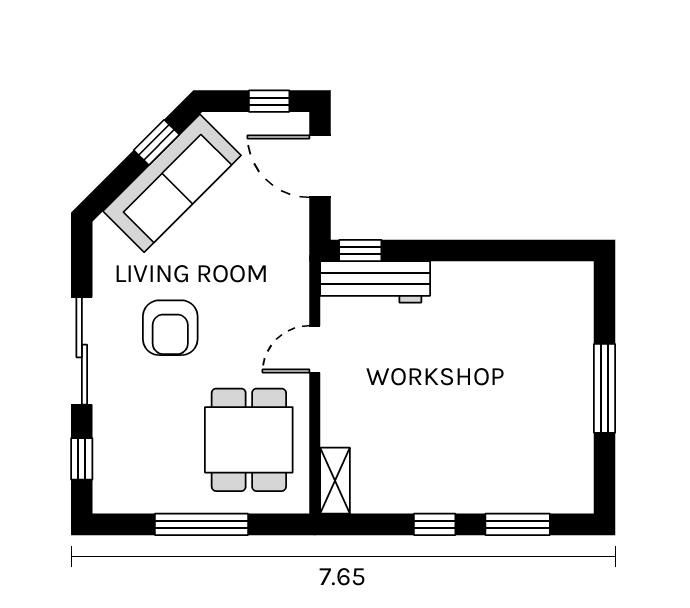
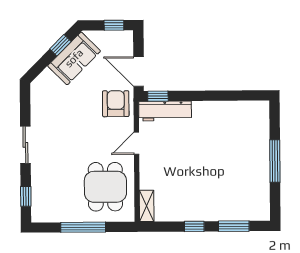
door: (320, 166) -> (139, 71), moved
sofa: (172, 183) -> (74, 58), width x0.73
armchair: (170, 328) -> (116, 104), moved, turned 180
sliding door: (82, 351) -> (25, 145), width x0.73

